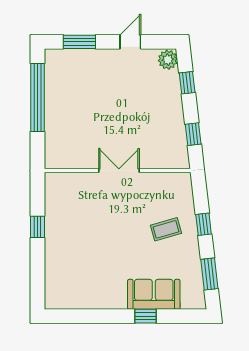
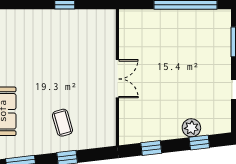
plant: (168, 60) -> (191, 128), moved

